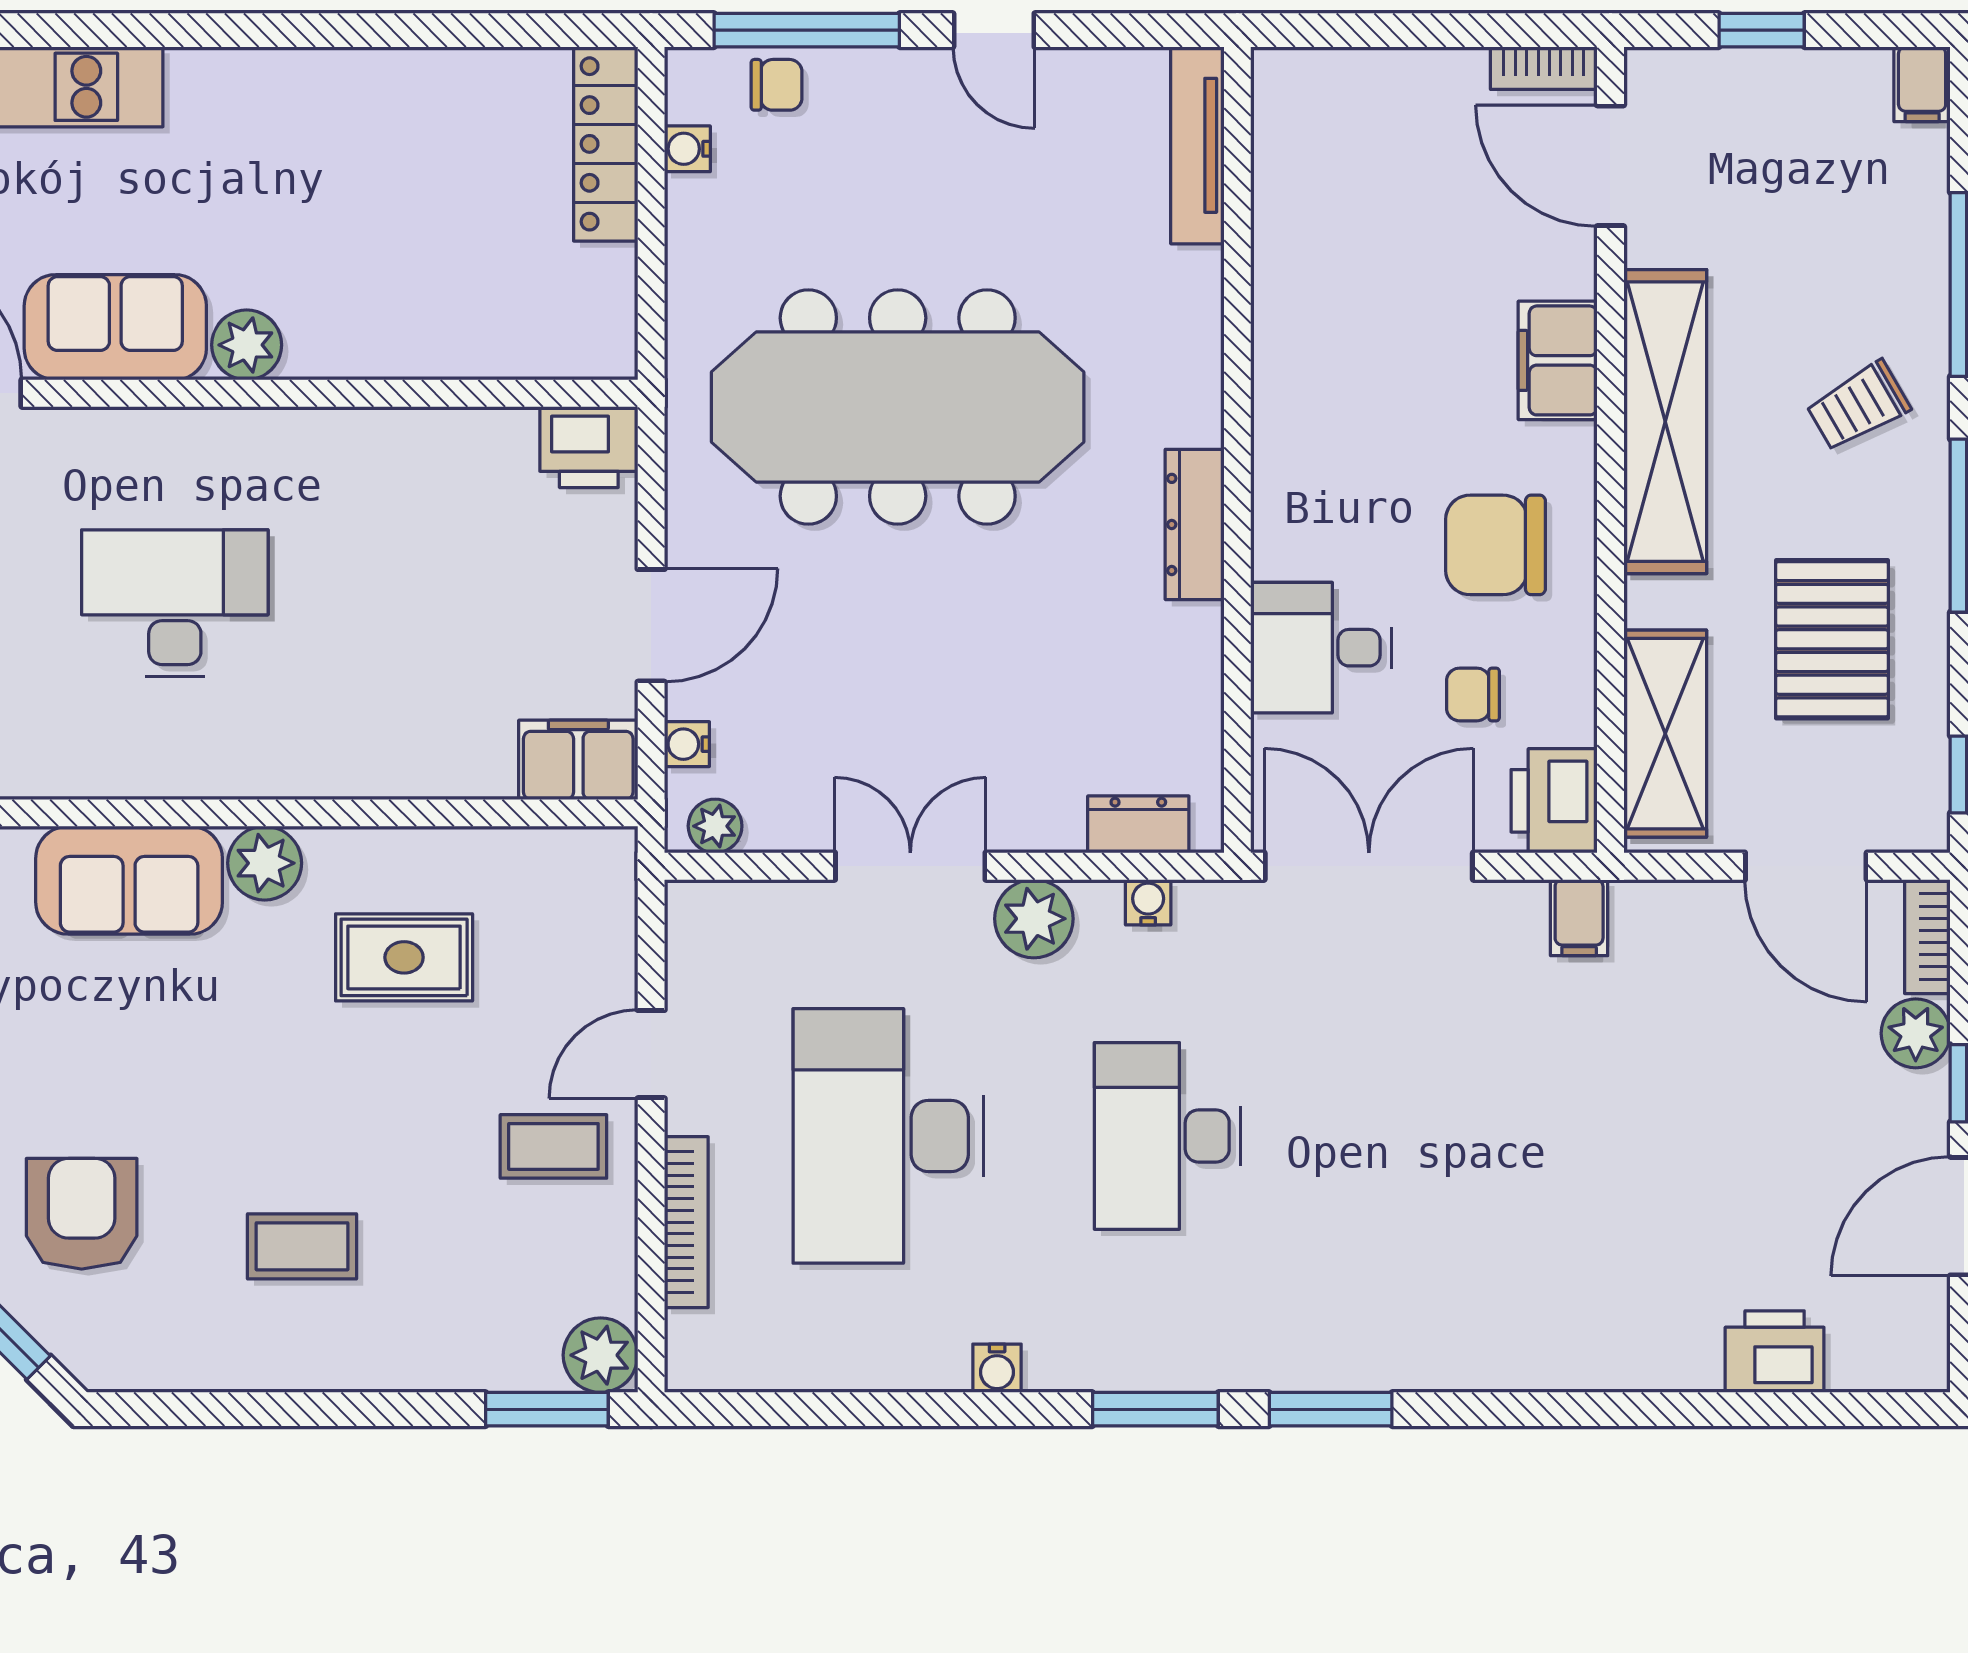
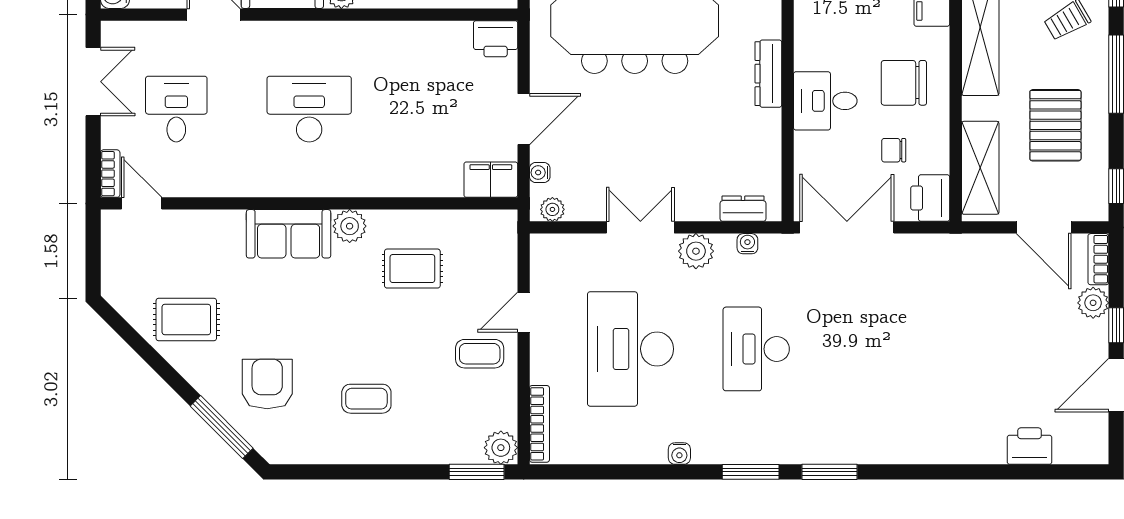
desk: (1321, 648) -> (825, 101), moved
filing cabinet: (1579, 918) -> (941, 251), removed
bookcase: (686, 1222) -> (539, 424), moved

